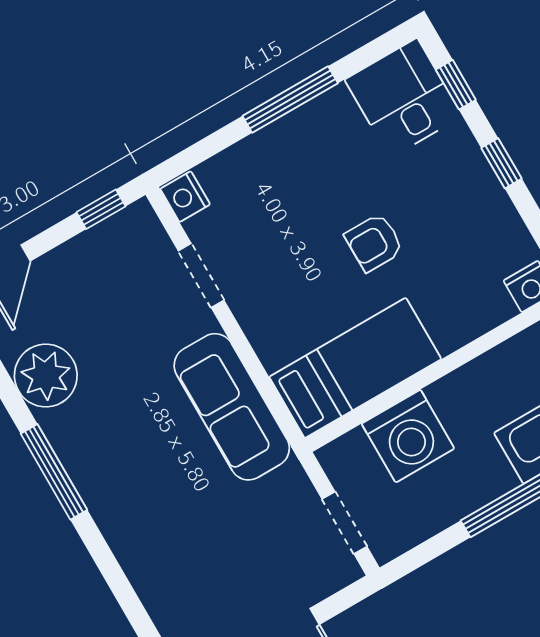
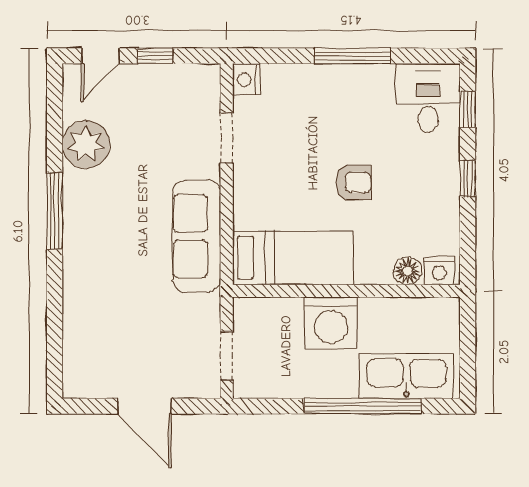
window: (101, 209) -> (155, 56), moved
armchair: (374, 243) -> (353, 182), turned 180
floor lamp: (494, 307) -> (408, 271), added
washing machine: (408, 436) -> (331, 323), moved

